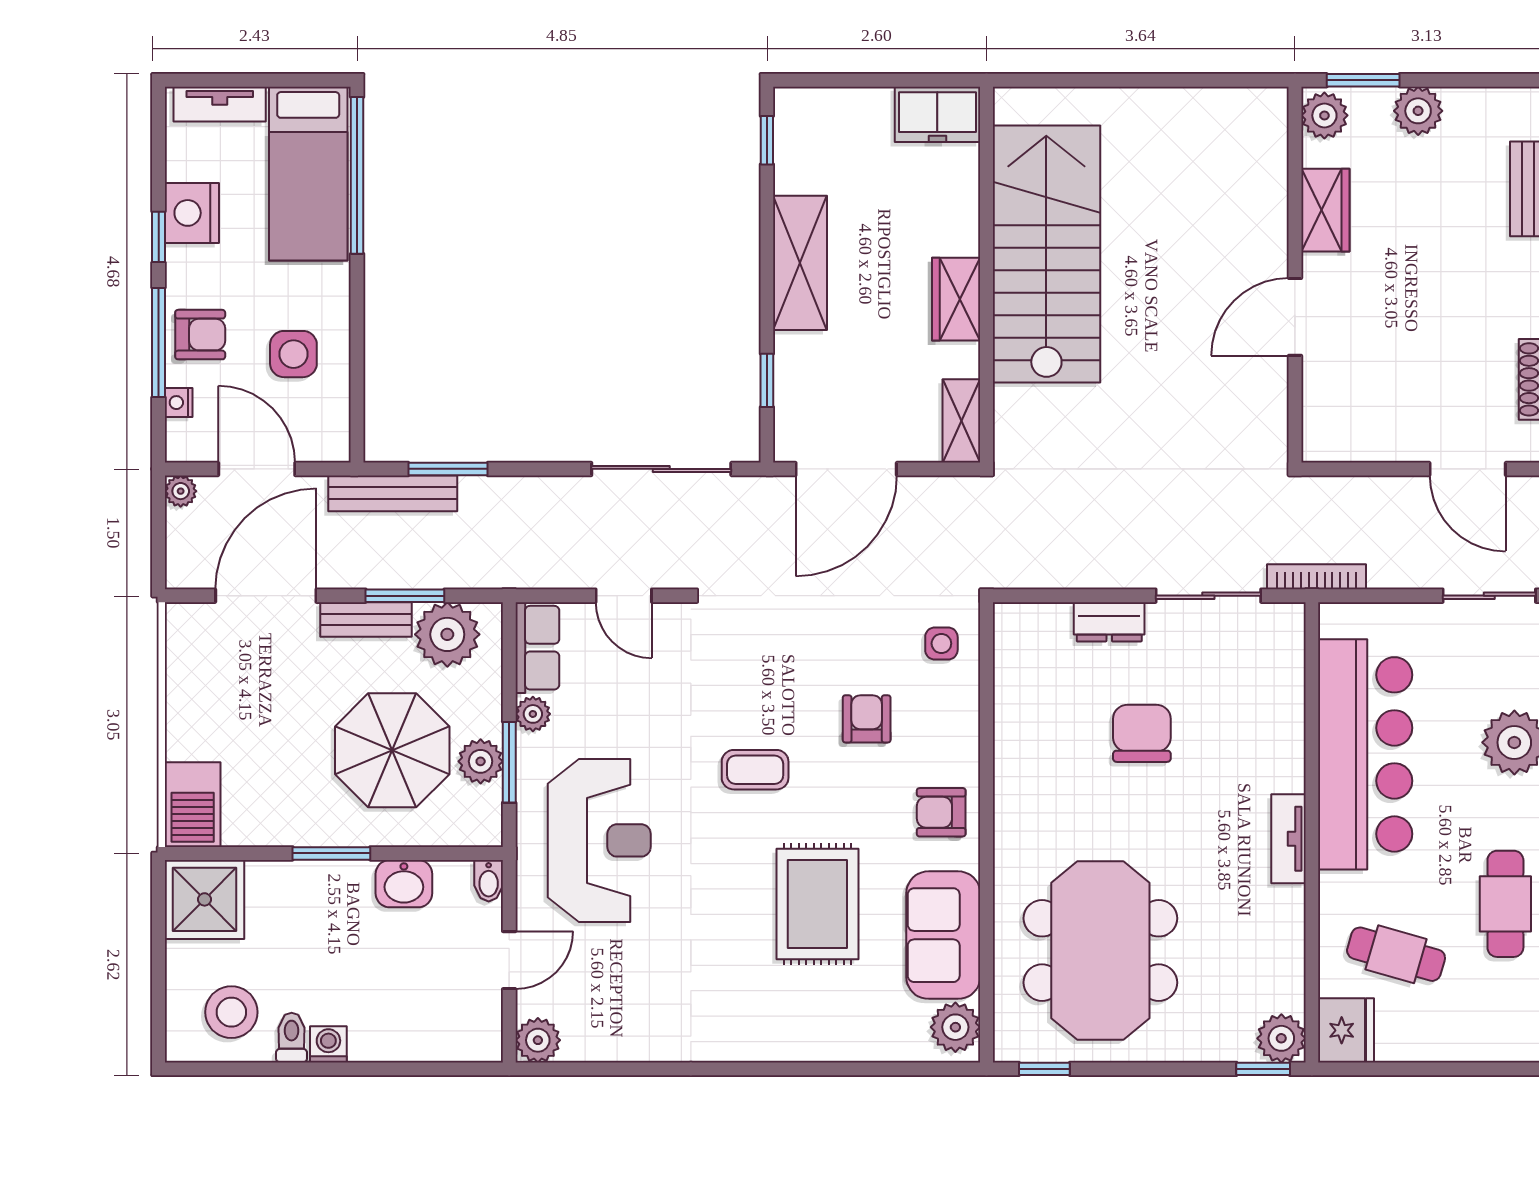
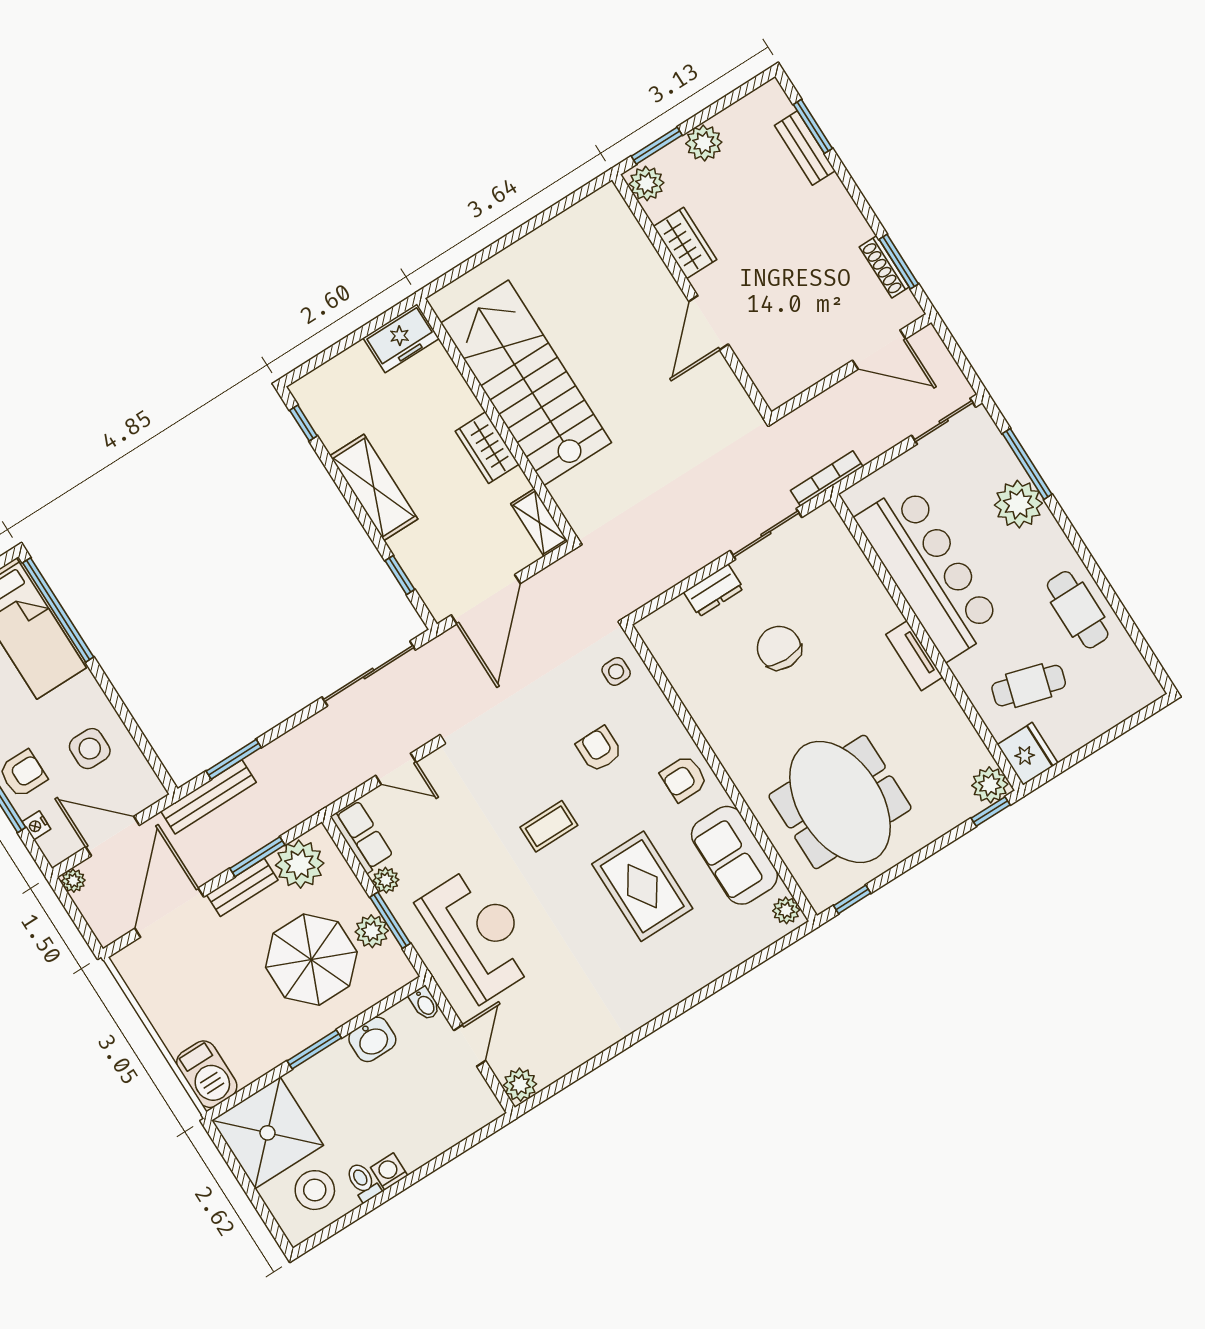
shower: (205, 899) -> (268, 1133), width x1.37, depth x1.37
plant: (955, 1027) -> (786, 910), width x0.73, depth x0.73

